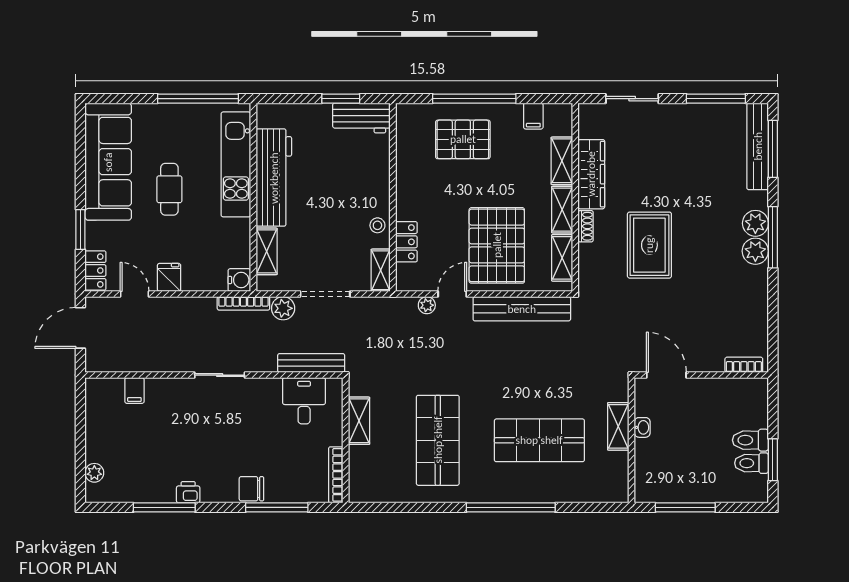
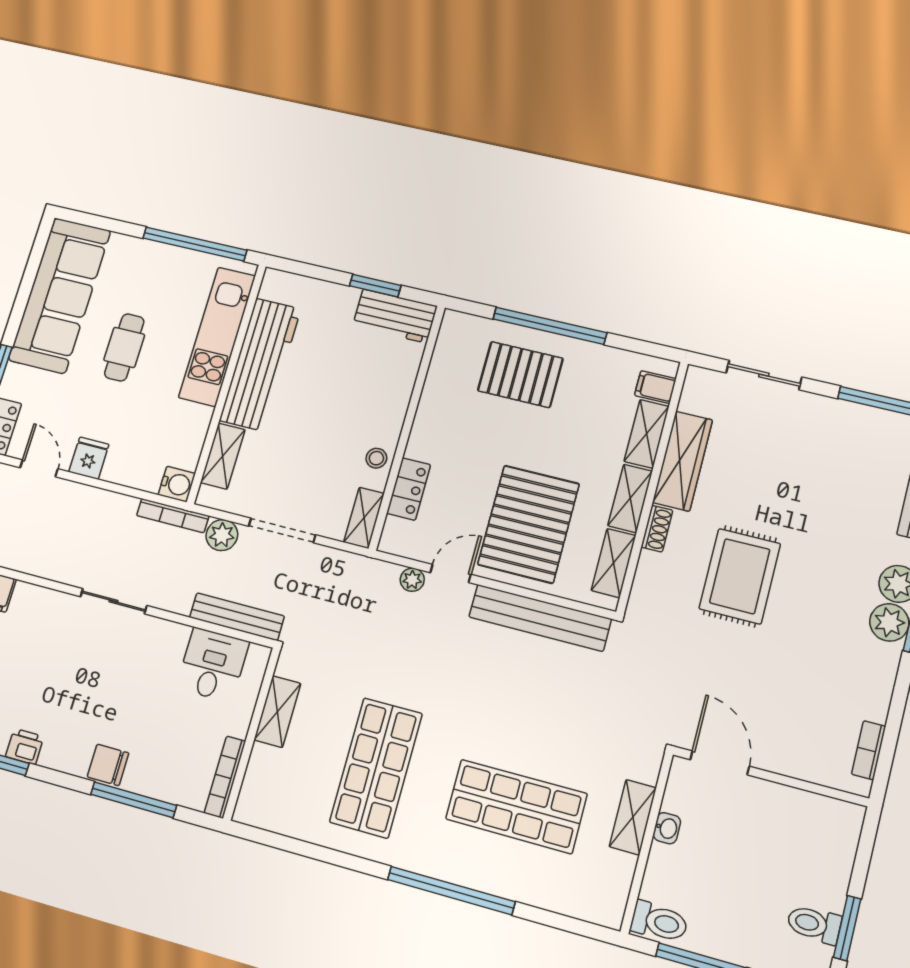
filing cabinet: (533, 116) -> (655, 387), moved, turned 90
bookcase: (744, 365) -> (869, 750), moved, turned -90
toilet: (750, 440) -> (659, 922), moved, turned 180

